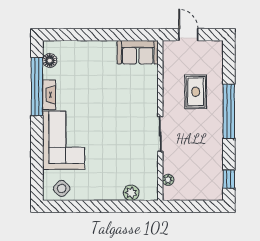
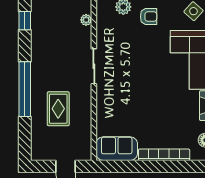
bookcase: (91, 46) -> (164, 155), added
armchair: (106, 183) -> (149, 17), added

